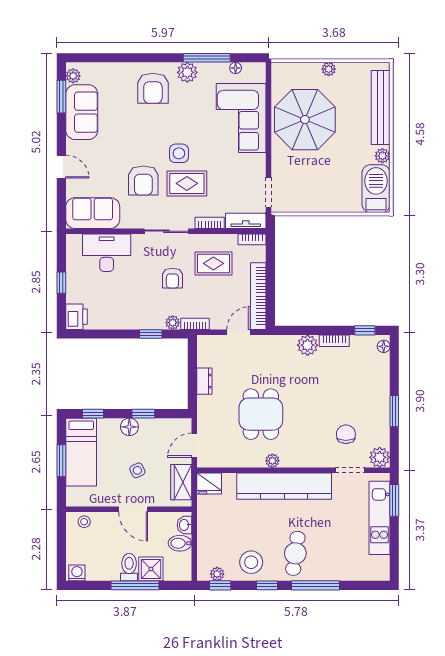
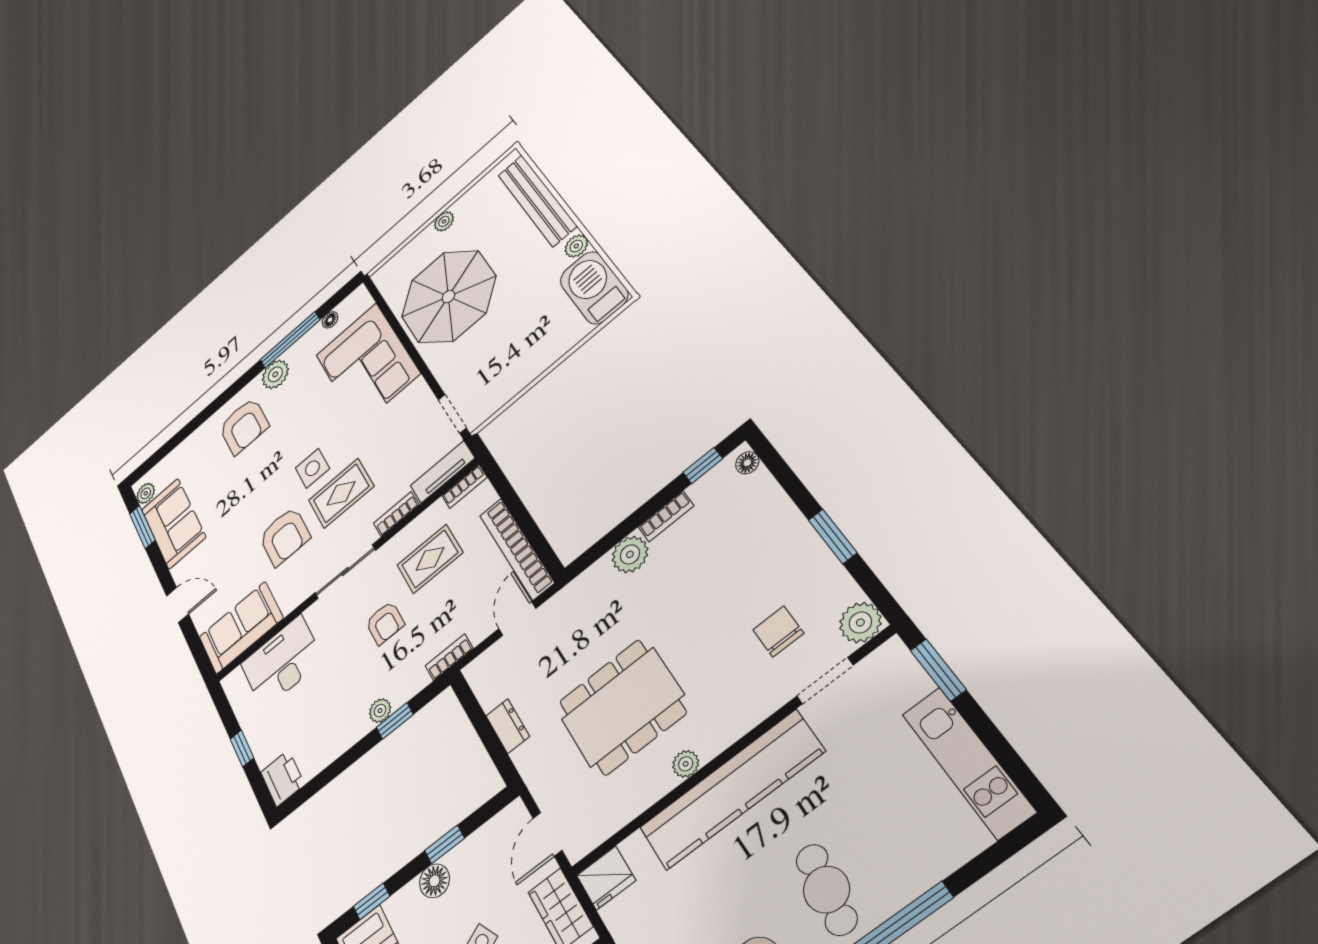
plant: (173, 323) -> (380, 711), moved
dining table: (261, 414) -> (622, 707), width x1.38
kitchen unit: (380, 518) -> (968, 762), moved

